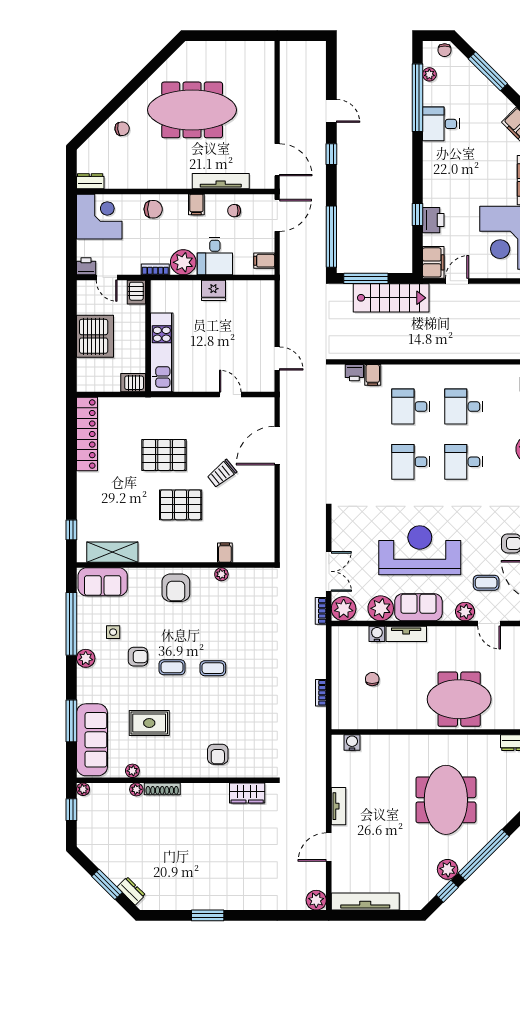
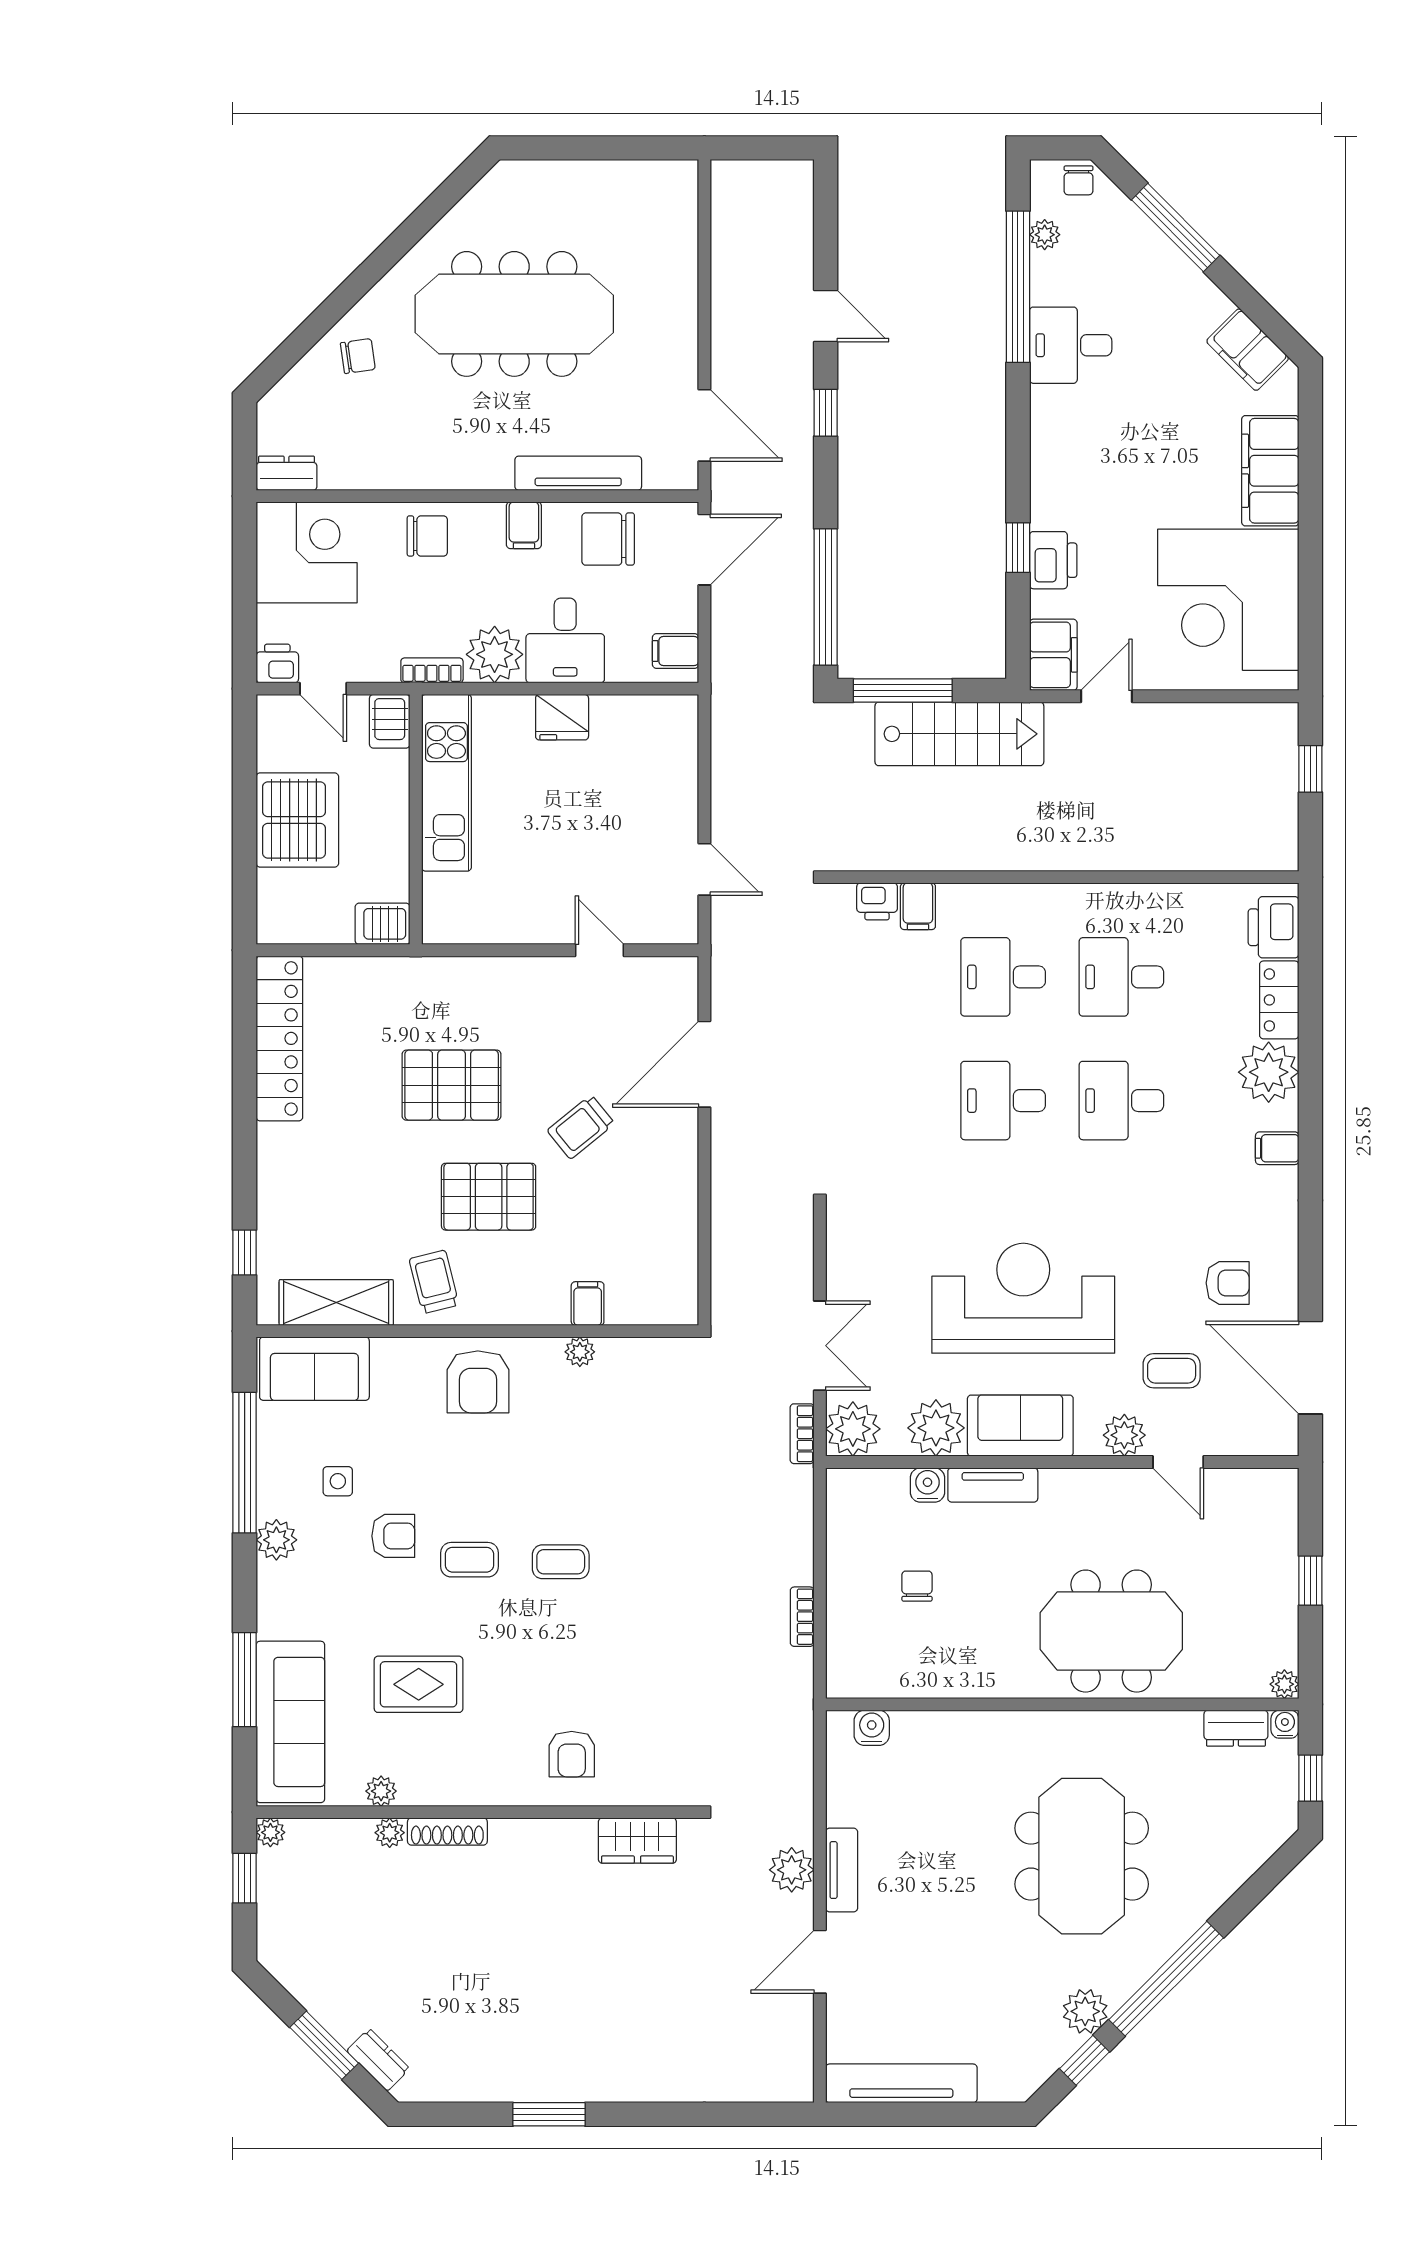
chair: (234, 211) -> (608, 539), width x1.87, depth x1.87
kitchen unit: (162, 352) -> (446, 783), moved
trolley: (156, 543) -> (434, 1282), added
plant: (316, 900) -> (792, 1870), moved

